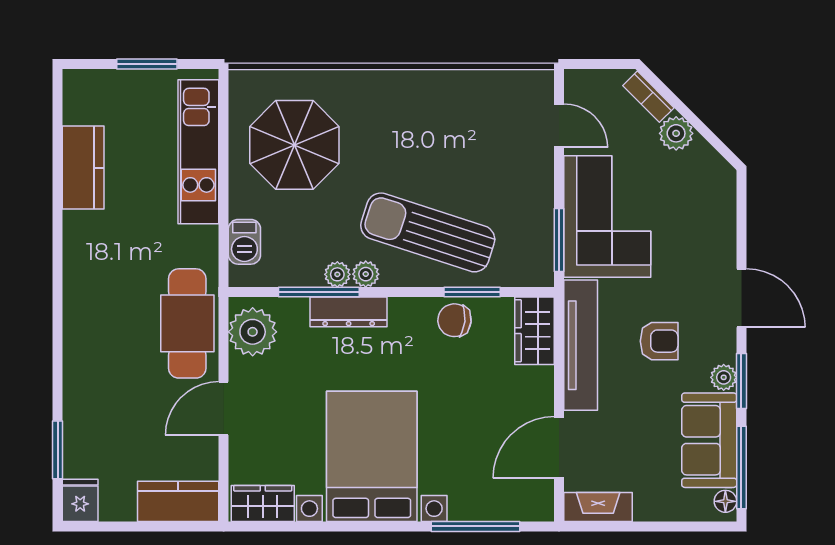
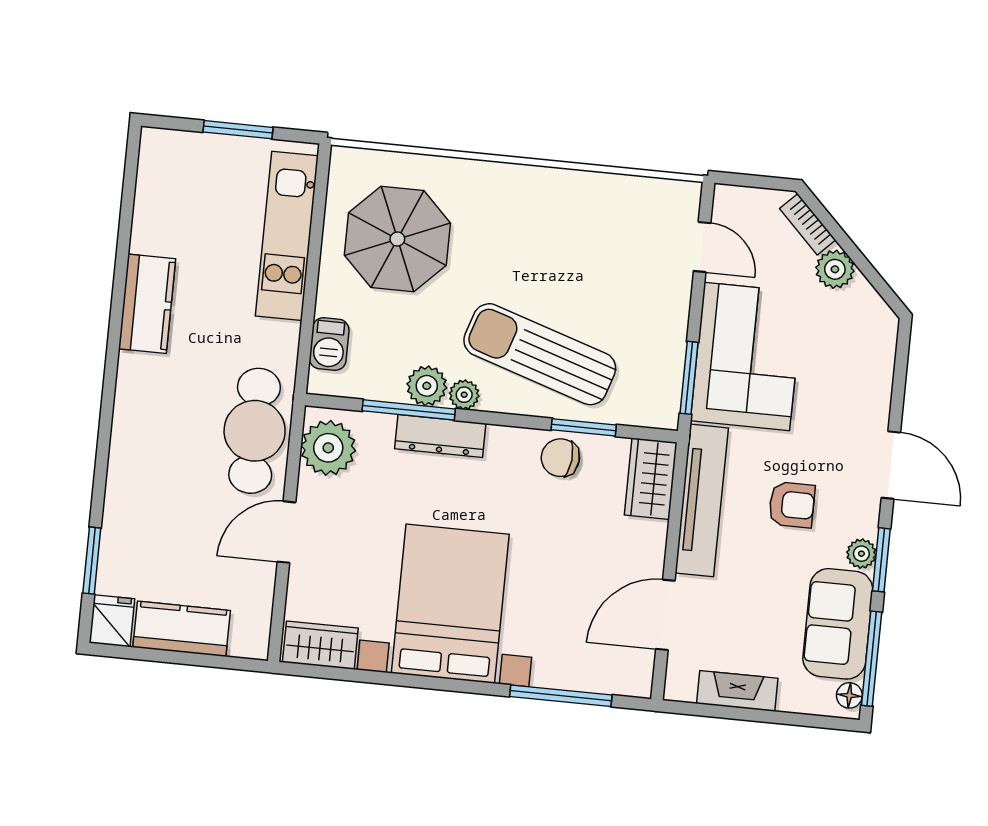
kitchen counter: (83, 168) -> (147, 304), moved
plant: (337, 274) -> (427, 386), width x1.38, depth x1.38
kitchen counter: (178, 501) -> (182, 629), moved
fireplace: (598, 507) -> (737, 691), moved

